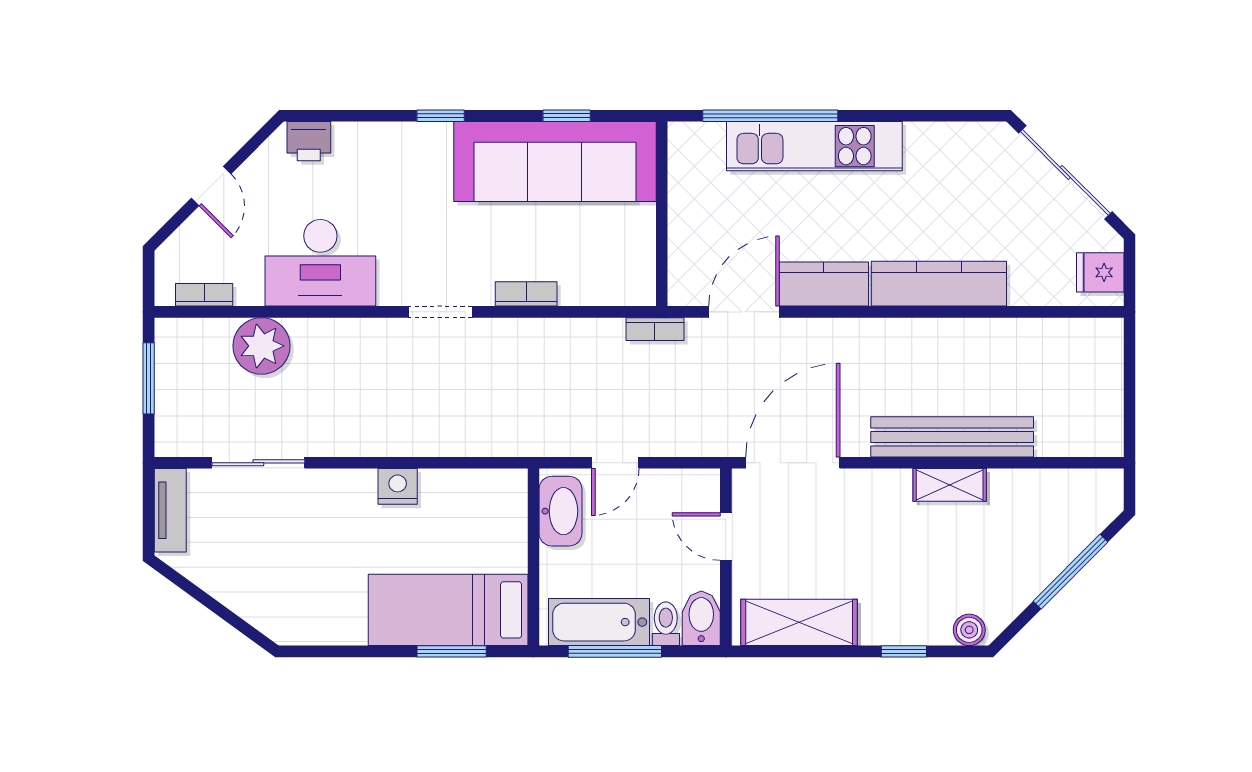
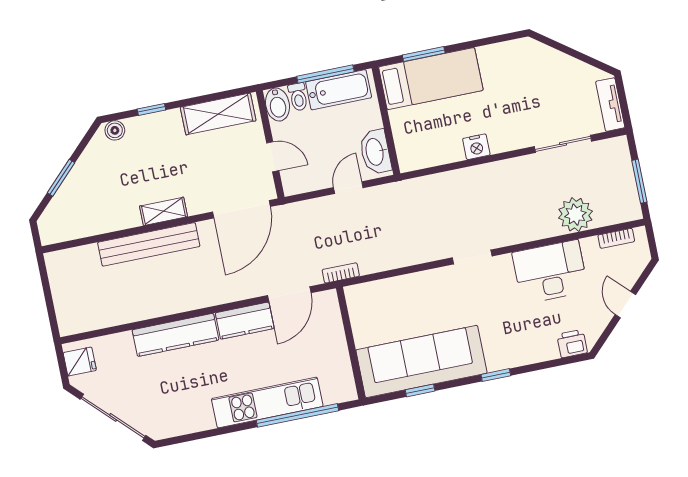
bookcase: (526, 294) -> (423, 278), removed
shelving: (950, 485) -> (164, 211), moved
window: (1071, 572) -> (61, 178), width x0.69

